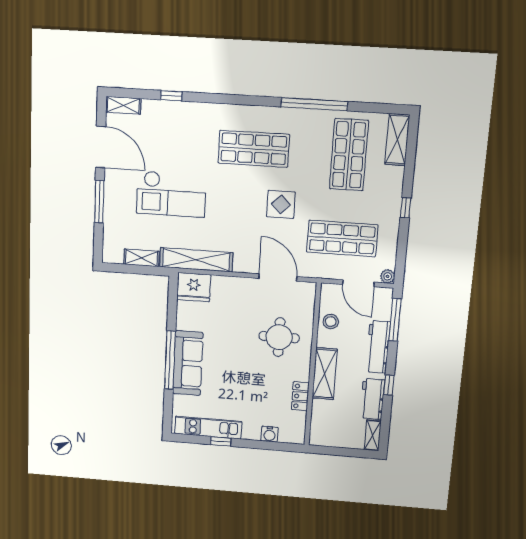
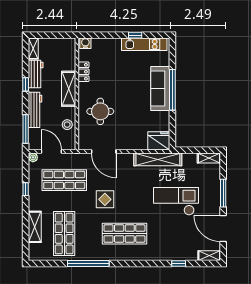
shelving: (397, 139) -> (35, 227), moved
window: (406, 208) -> (26, 189), moved
shelving: (141, 258) -> (209, 158), moved
water cooler: (270, 434) -> (85, 43), moved

